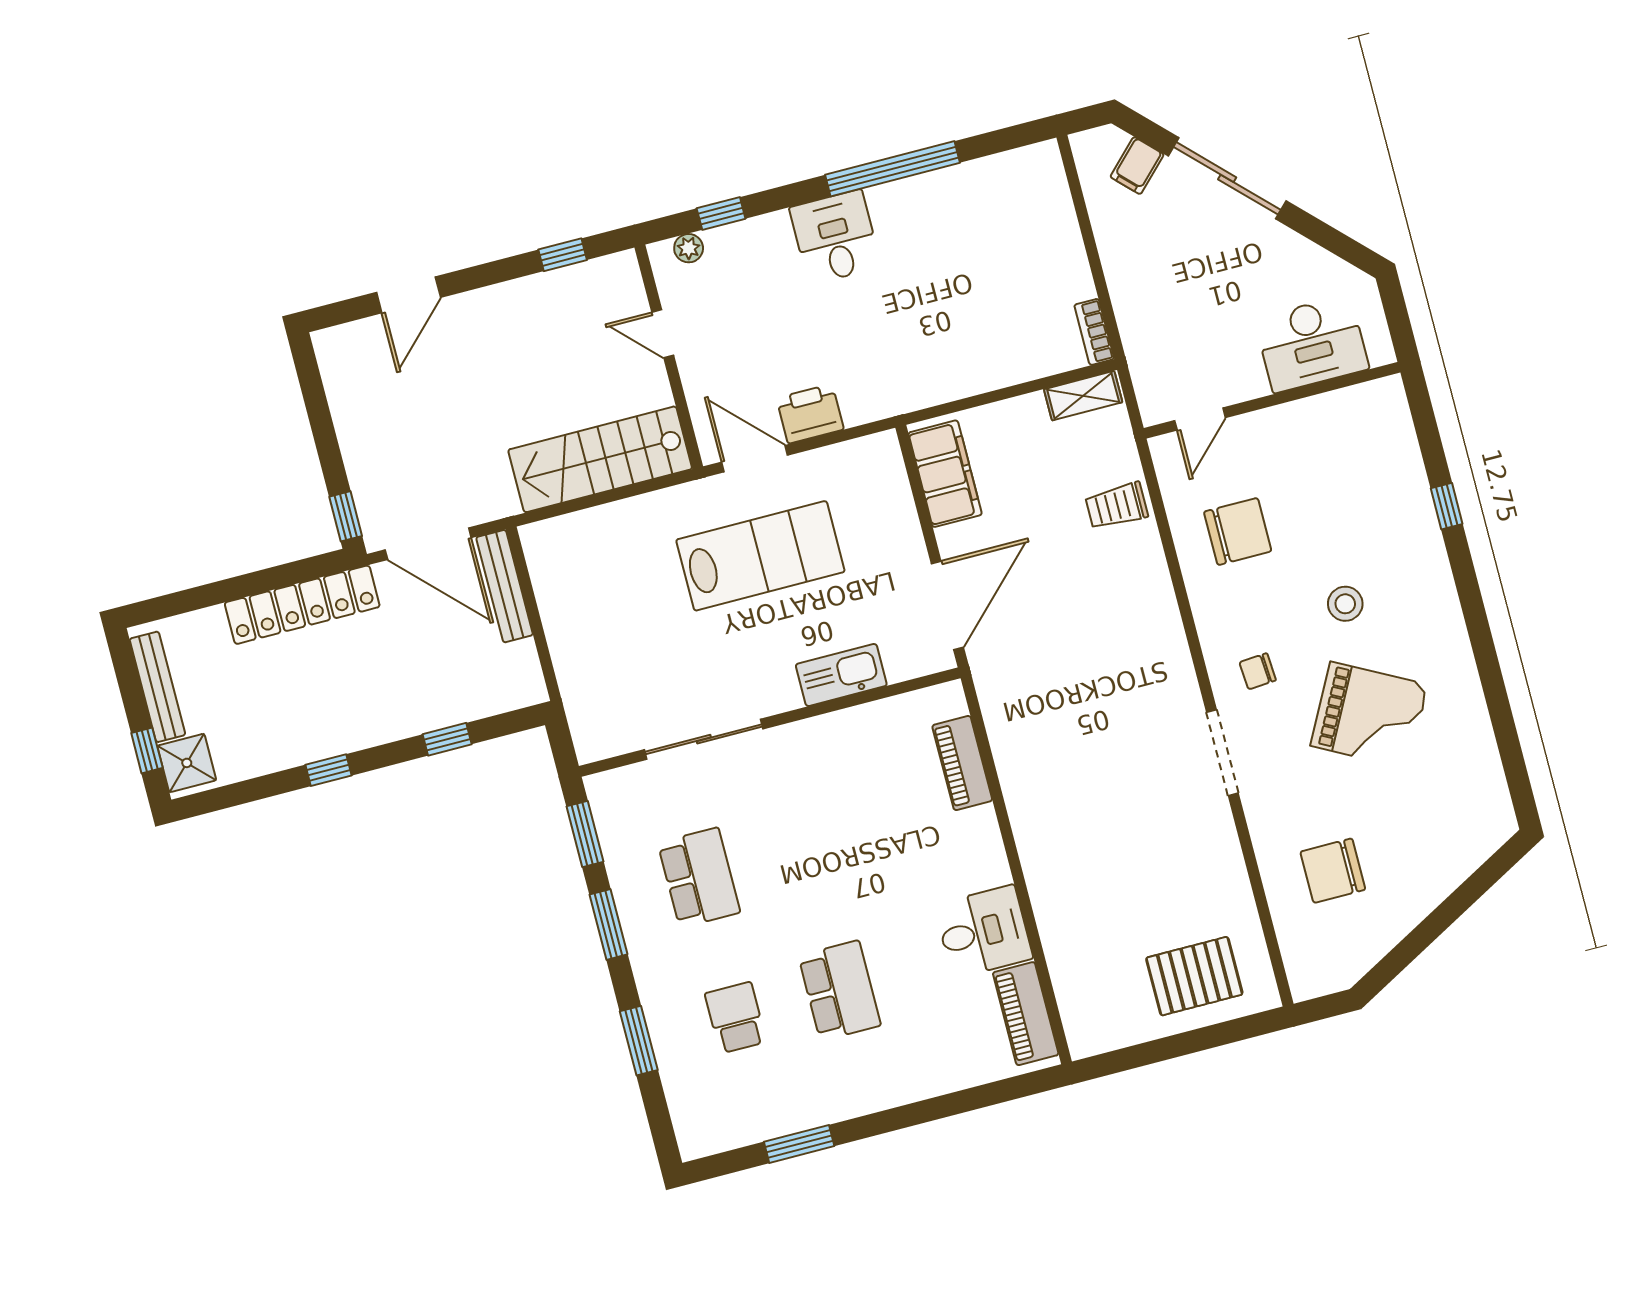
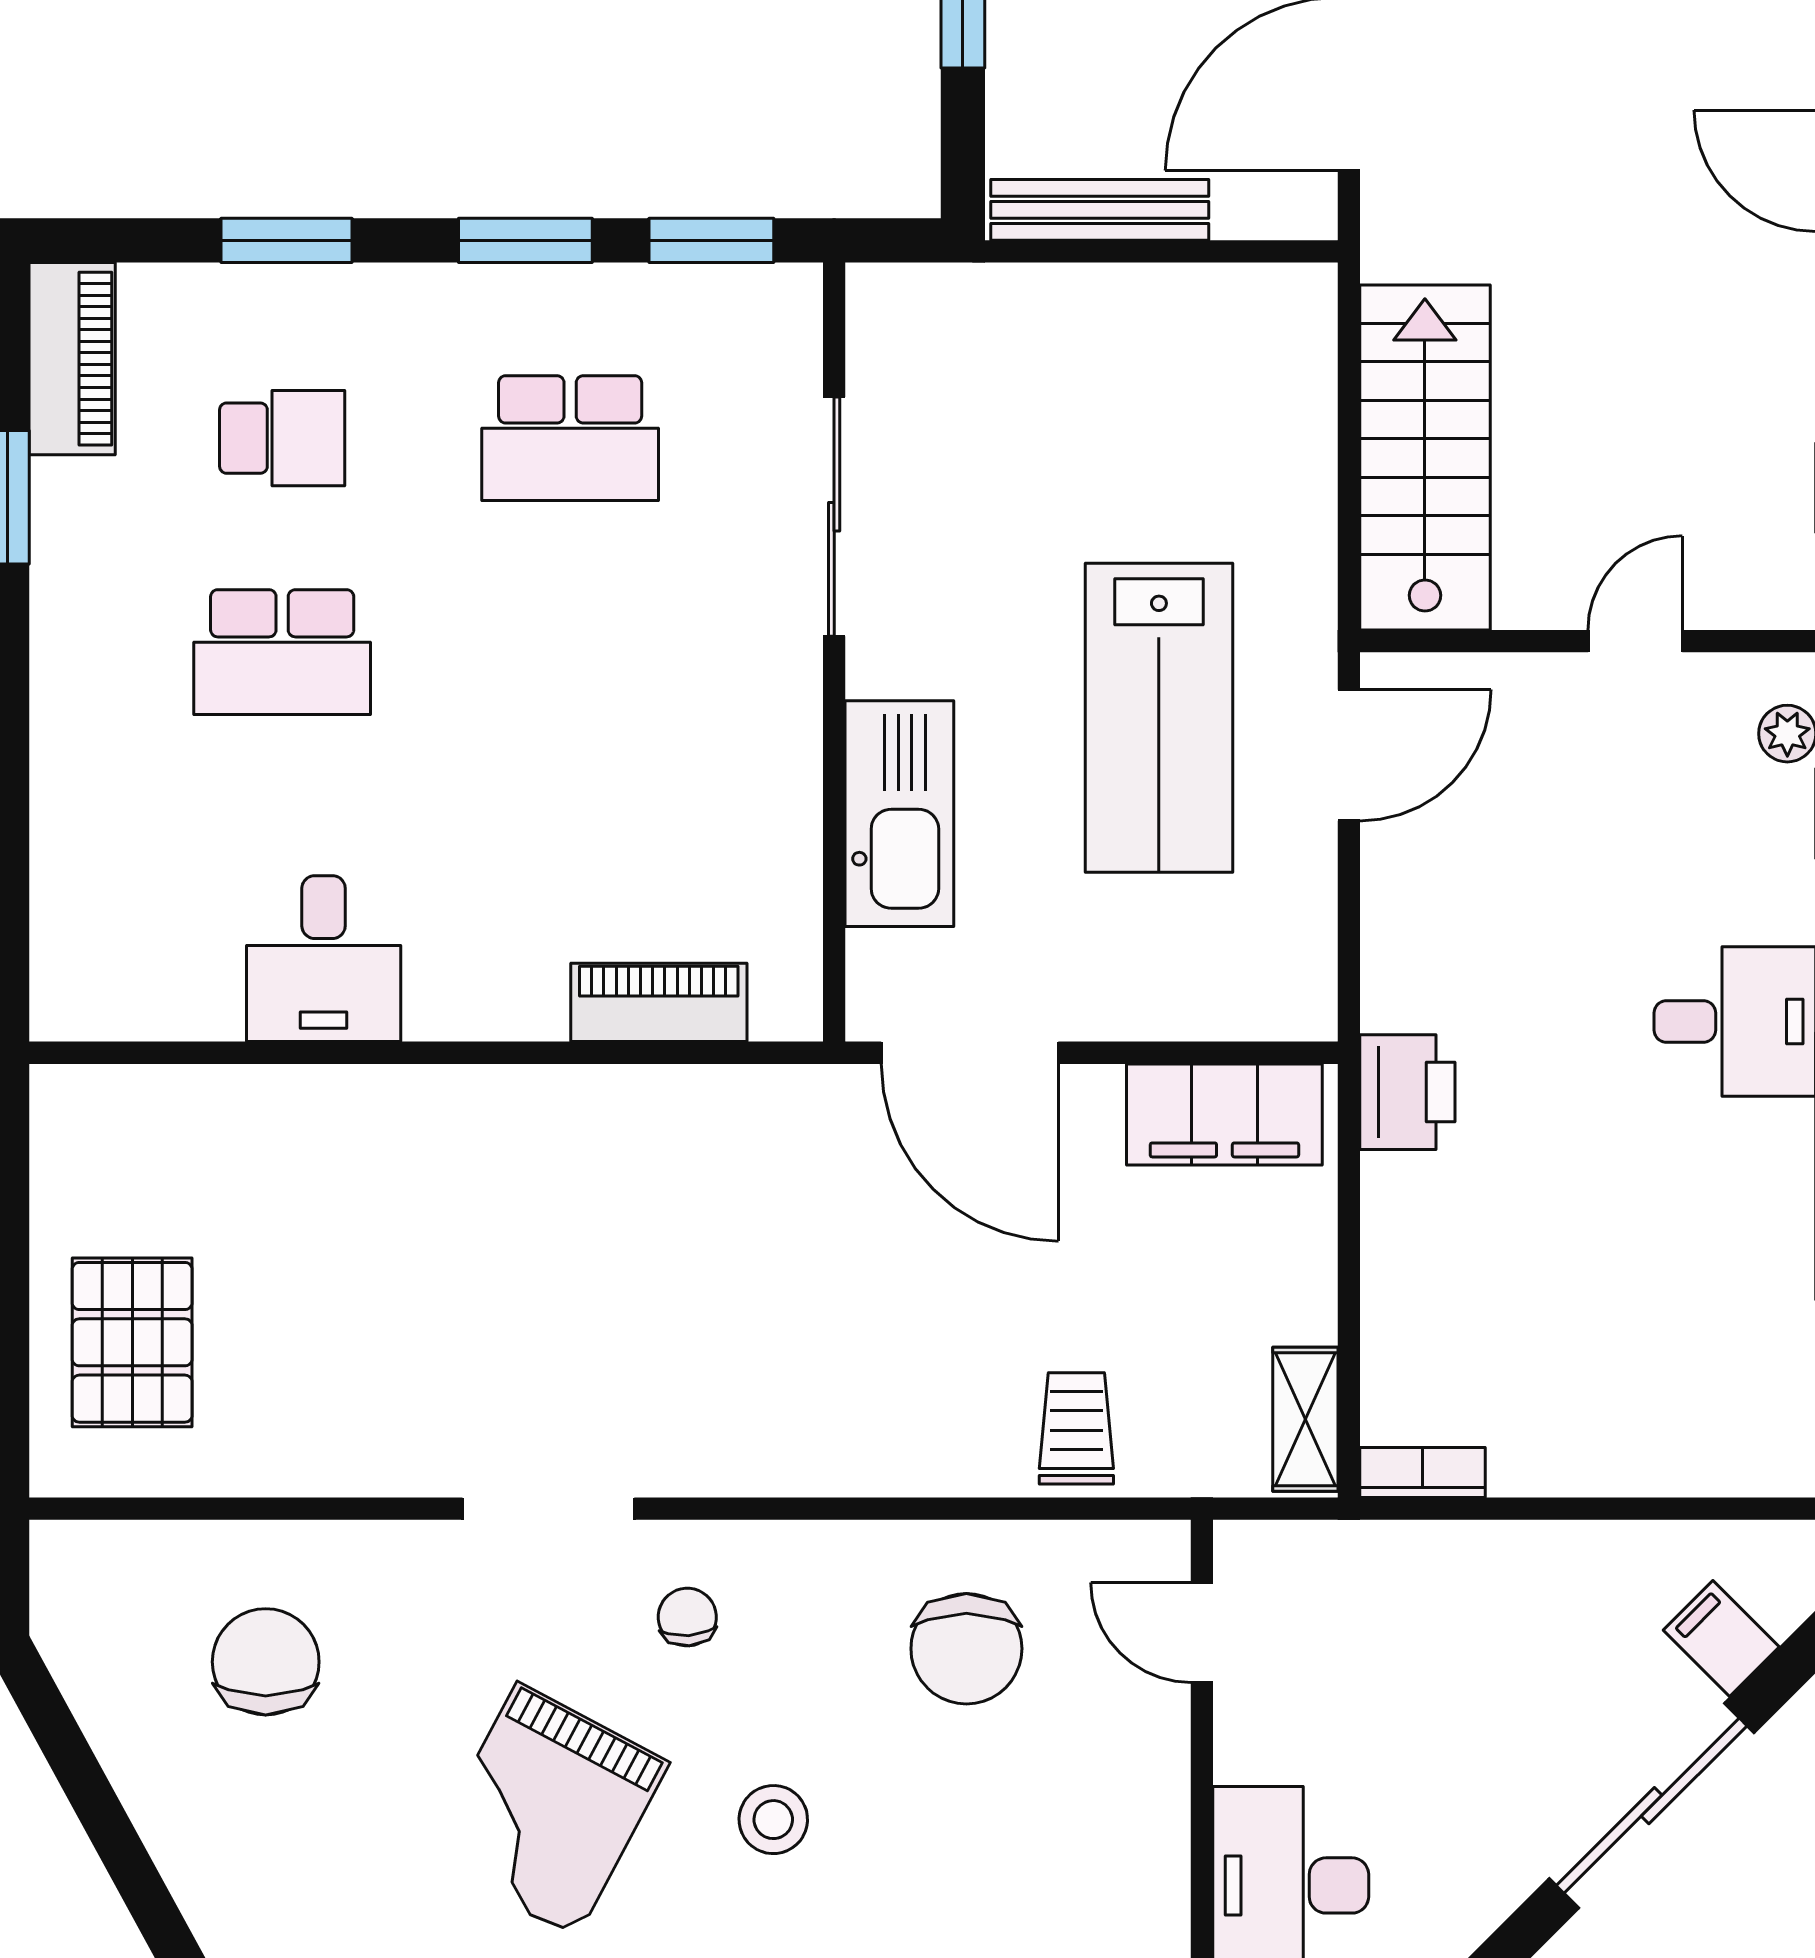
printer: (810, 414) -> (1407, 1092), moved
bench: (505, 586) -> (1100, 210), moved
kitchen sink: (841, 675) -> (899, 814), width x1.36, depth x1.24
piano: (1026, 1014) -> (72, 359), moved, turned 90

